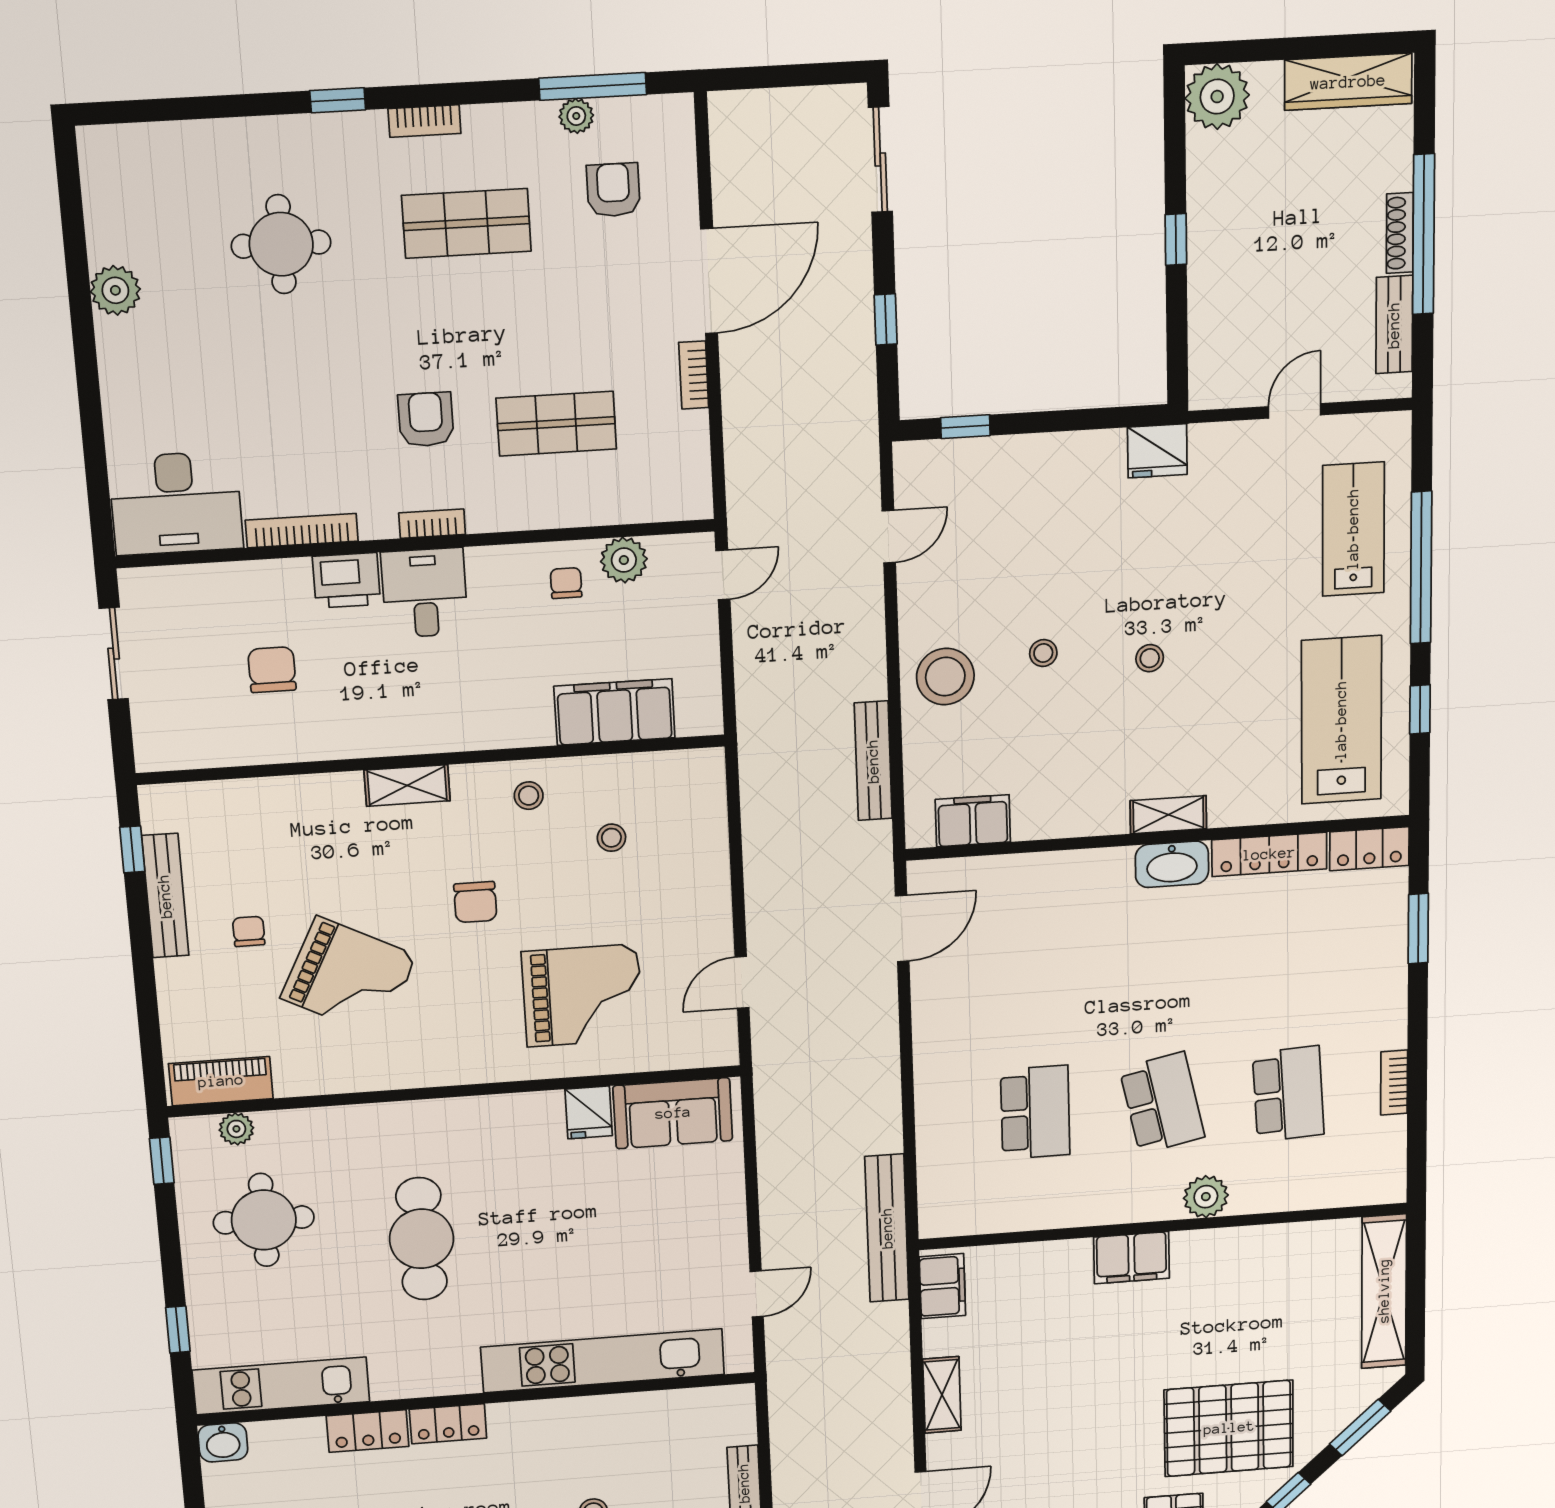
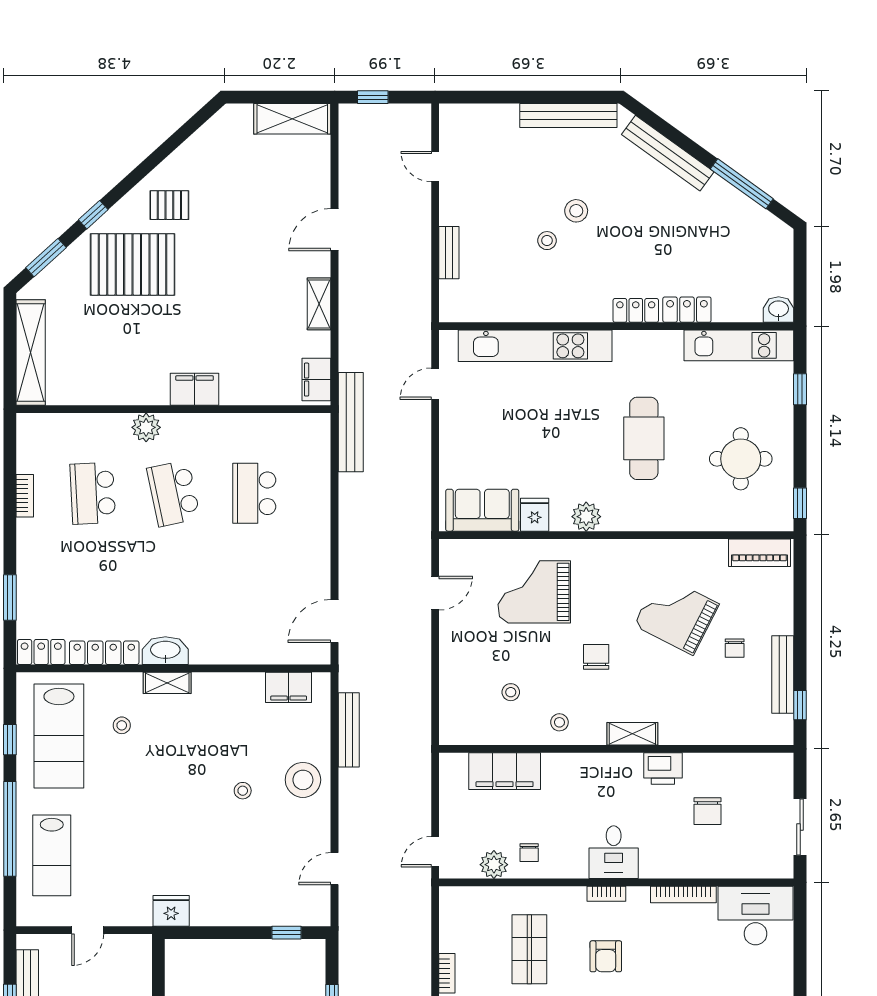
shop shelf: (556, 424) -> (529, 949), turned 90
printer: (347, 580) -> (663, 769), moved, turned 180
stool: (1150, 658) -> (122, 725), moved
plant: (236, 1129) -> (586, 517), moved, width x1.38, depth x1.38

